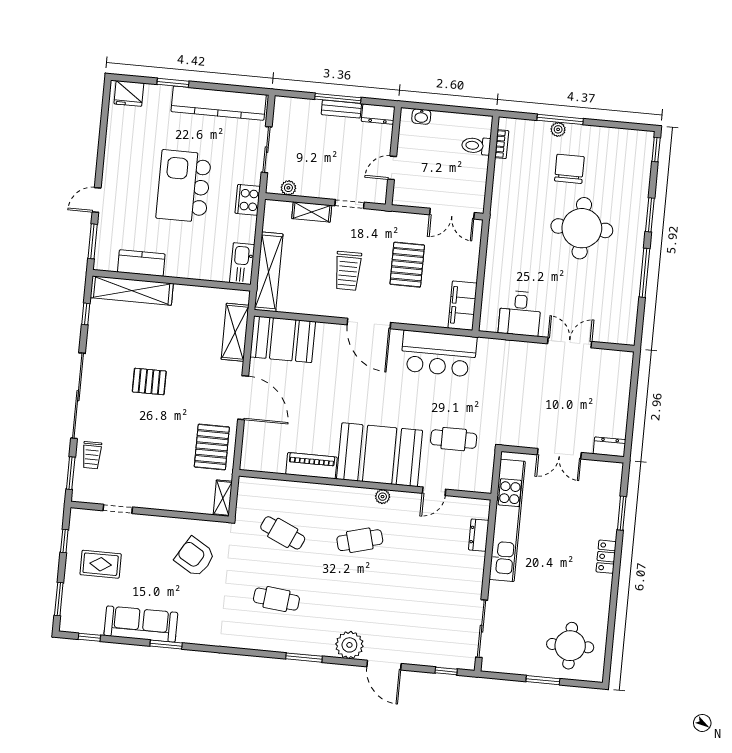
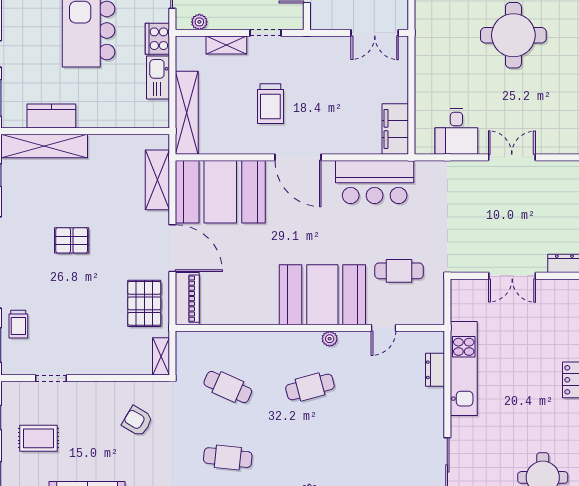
kitchen sink: (242, 264) -> (158, 77), moved
pallet: (407, 265) -> (333, 91), removed
booth: (283, 339) -> (220, 192), width x1.36, depth x1.42
piano: (311, 466) -> (187, 299), moved, turned 90
kitchen unit: (507, 520) -> (464, 368), width x0.73
armchair: (195, 557) -> (137, 421), width x0.72, depth x0.72

